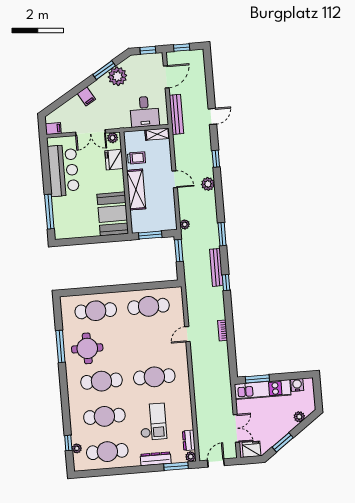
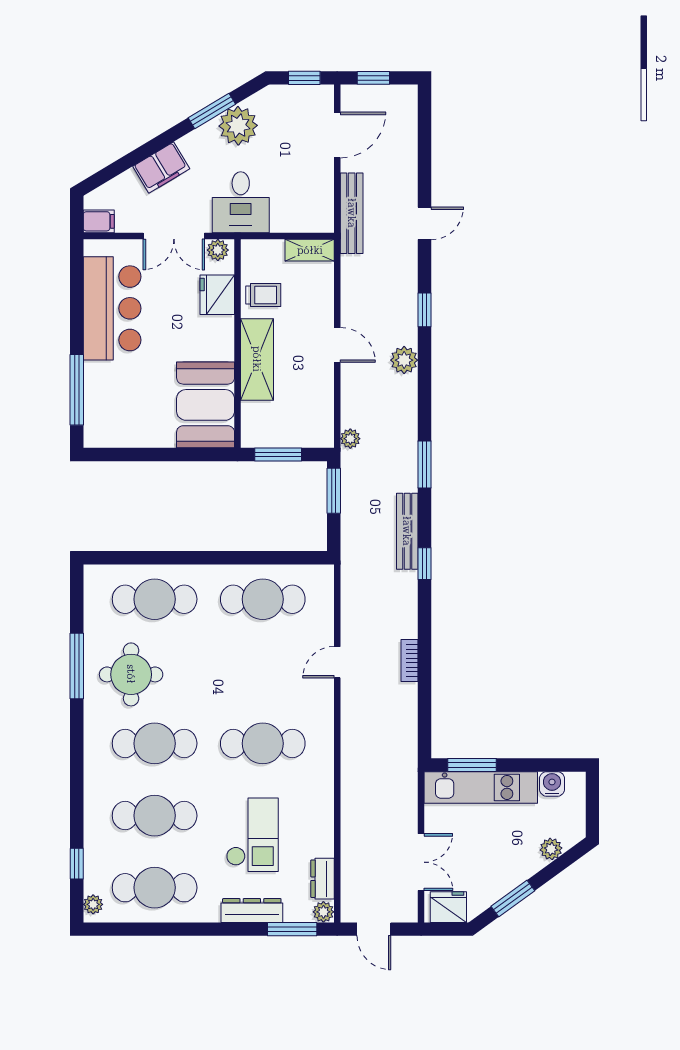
filing cabinet: (86, 96) -> (161, 168), width x2.00
desk: (144, 112) -> (241, 202), moved
plant: (77, 448) -> (93, 904), moved
door: (216, 463) -> (374, 929), swing flipped

